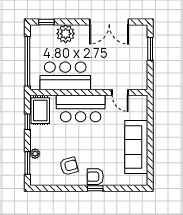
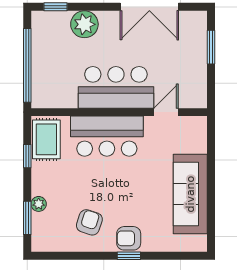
bar counter: (65, 76) -> (116, 87), moved
door: (120, 92) -> (166, 112), swing flipped
armchair: (69, 166) -> (89, 222), turned -57

